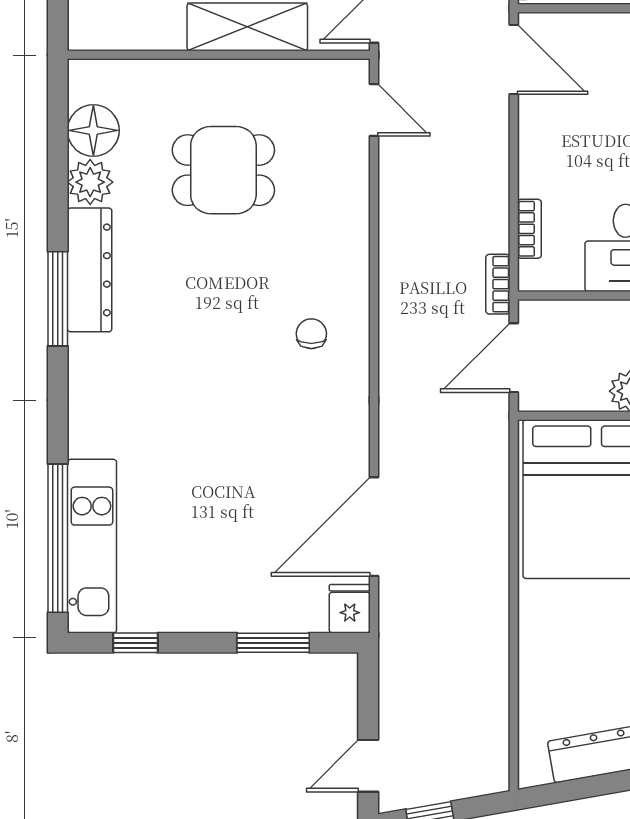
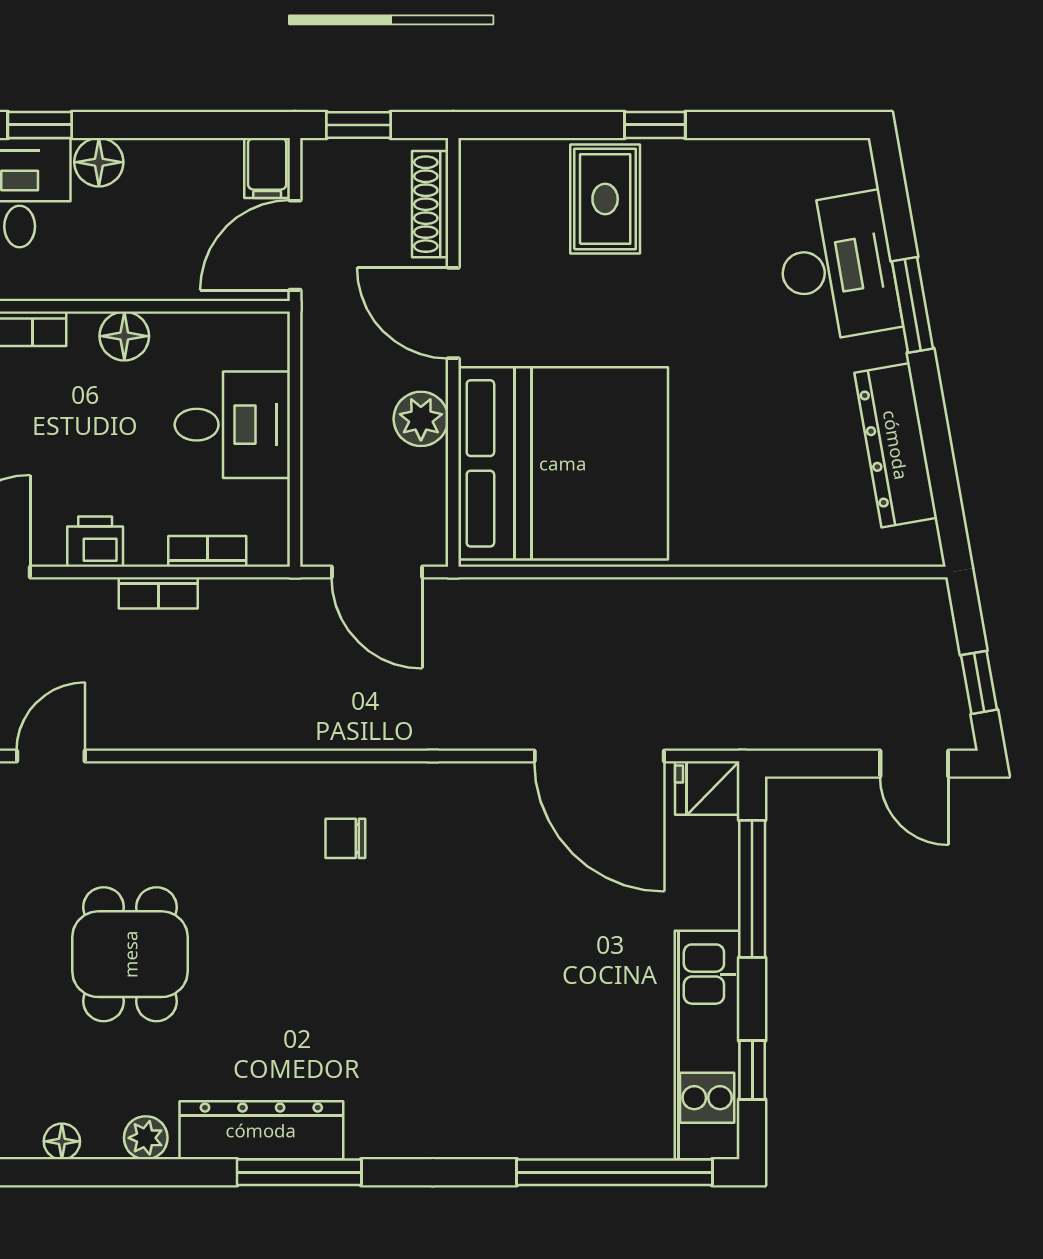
floor lamp: (93, 130) -> (62, 1141), width x0.53, depth x0.53
printer: (537, 144) -> (95, 542), added
plant: (90, 182) -> (146, 1138), width x0.73, depth x0.73
bookcase: (498, 284) -> (158, 593), moved
kitchen unit: (92, 546) -> (707, 1045), moved, turned -90
window: (273, 643) -> (752, 889), width x1.44

